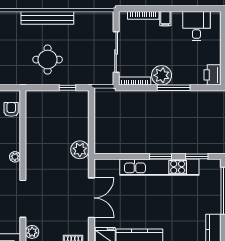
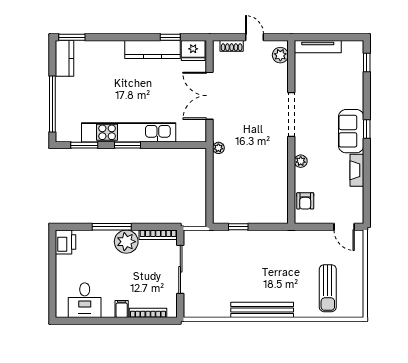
round table: (48, 60) -> (262, 260), removed
plant: (80, 150) -> (218, 148), width x0.53, depth x0.53
plant: (15, 157) -> (301, 161), moved
doorway: (23, 199) -> (291, 114), moved

